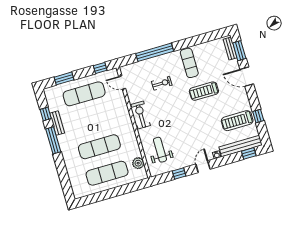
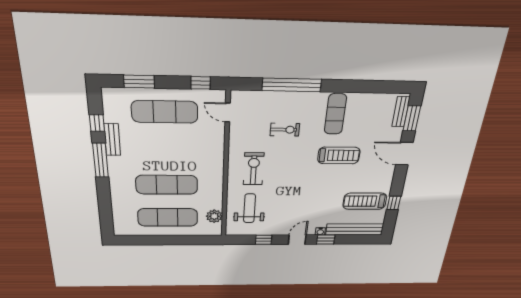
treadmill: (204, 91) -> (339, 155), turned 180
exercise bike: (141, 115) -> (254, 169), moved
window: (249, 153) -> (326, 240), moved

